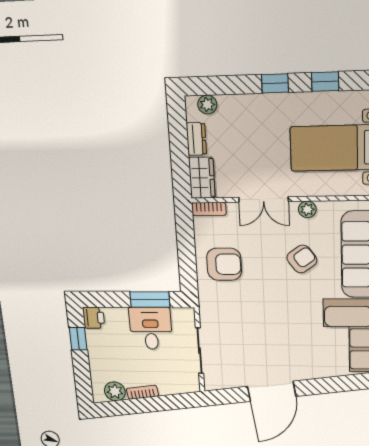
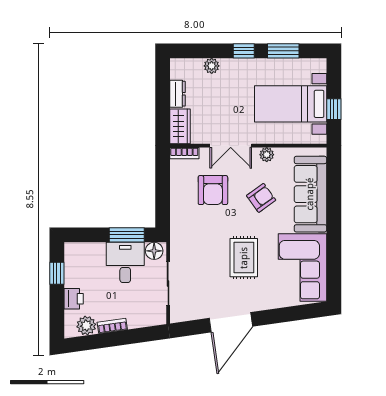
window: (325, 82) -> (283, 51), width x1.50
plant: (207, 104) -> (212, 66), moved
armchair: (224, 264) -> (213, 190), moved, turned 90
floor lamp: (182, 317) -> (154, 251), added
printer: (94, 318) -> (74, 299), moved
rug: (284, 324) -> (244, 258), added

